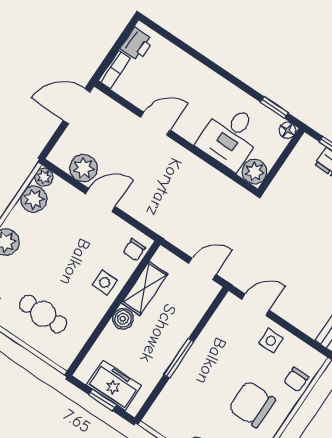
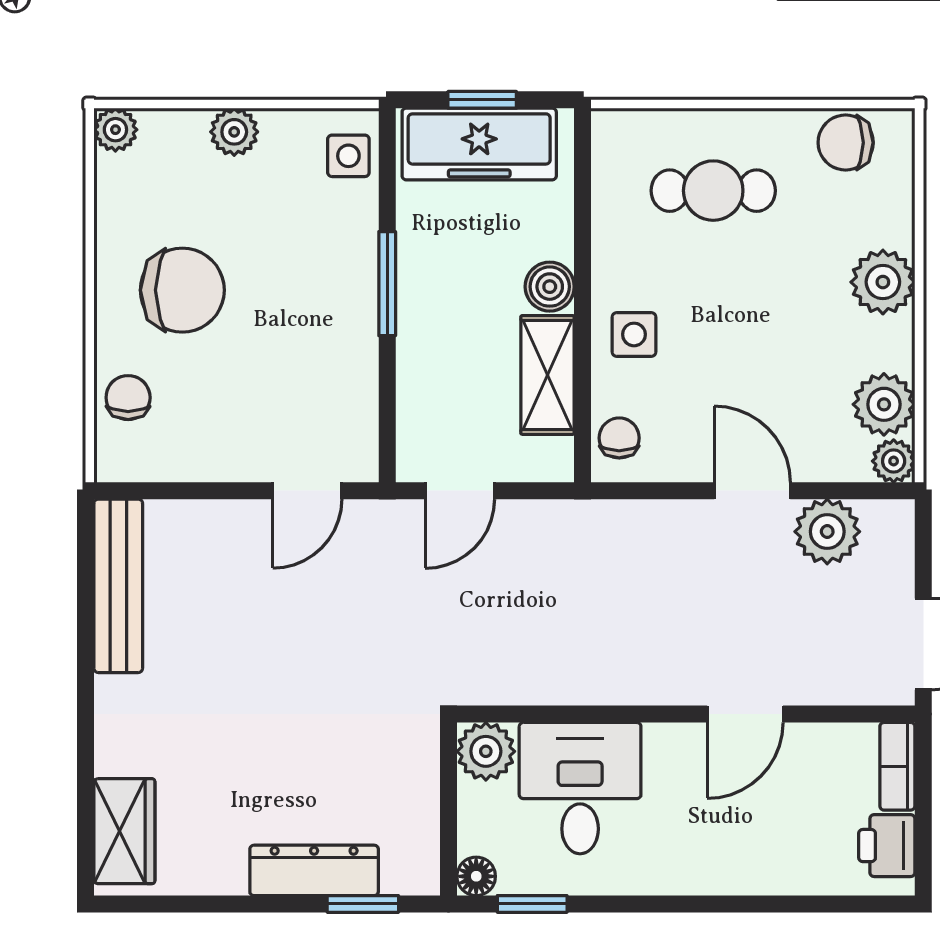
door: (100, 200) -> (752, 491), swing flipped
side table: (271, 341) -> (348, 156), moved
freezer: (114, 385) -> (479, 144), width x1.40

